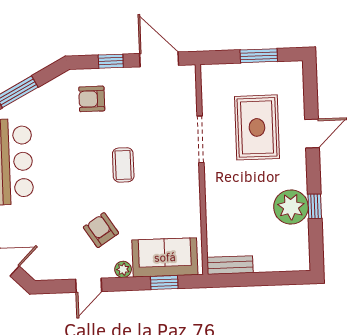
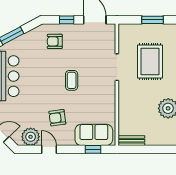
armchair: (101, 230) -> (57, 118), turned -65
plant: (123, 269) -> (31, 137), moved, width x1.87, depth x1.87
door: (89, 285) -> (49, 149), swing flipped

